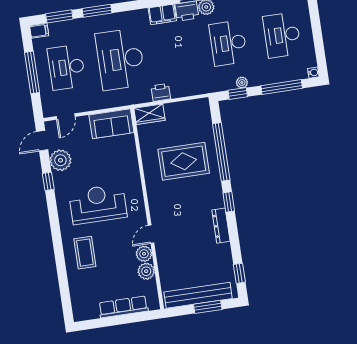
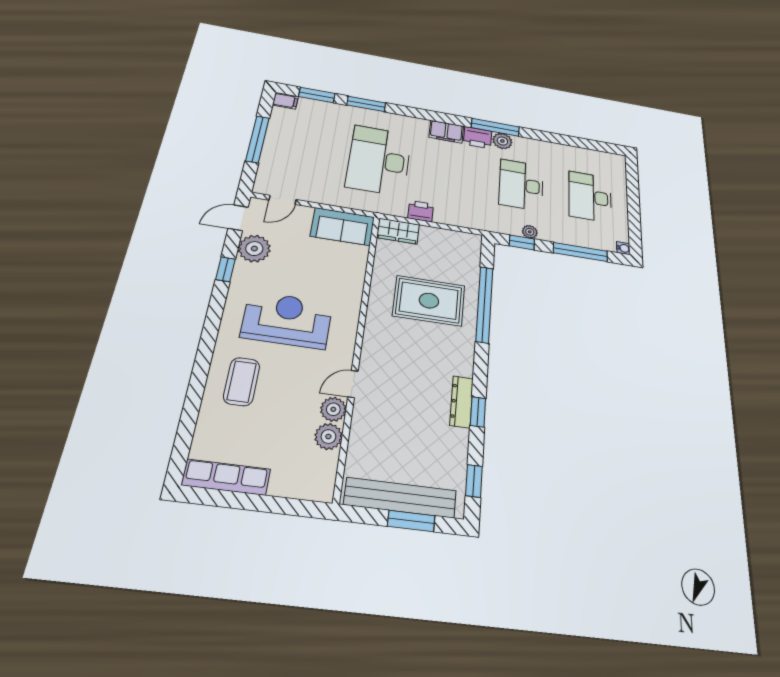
desk: (67, 67) -> (305, 148), removed
window: (229, 202) -> (478, 412), moved
row of seats: (123, 307) -> (226, 477), moved

